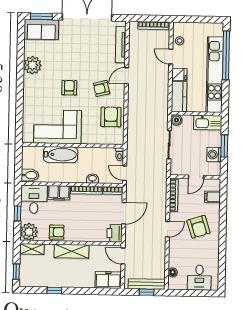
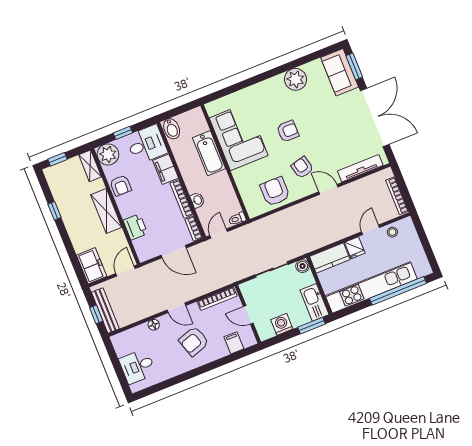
armchair: (111, 117) -> (275, 191), turned -90
window: (224, 146) -> (312, 326), moved
printer: (115, 233) -> (135, 227), moved, turned 90
floor lamp: (173, 272) -> (154, 325), moved

